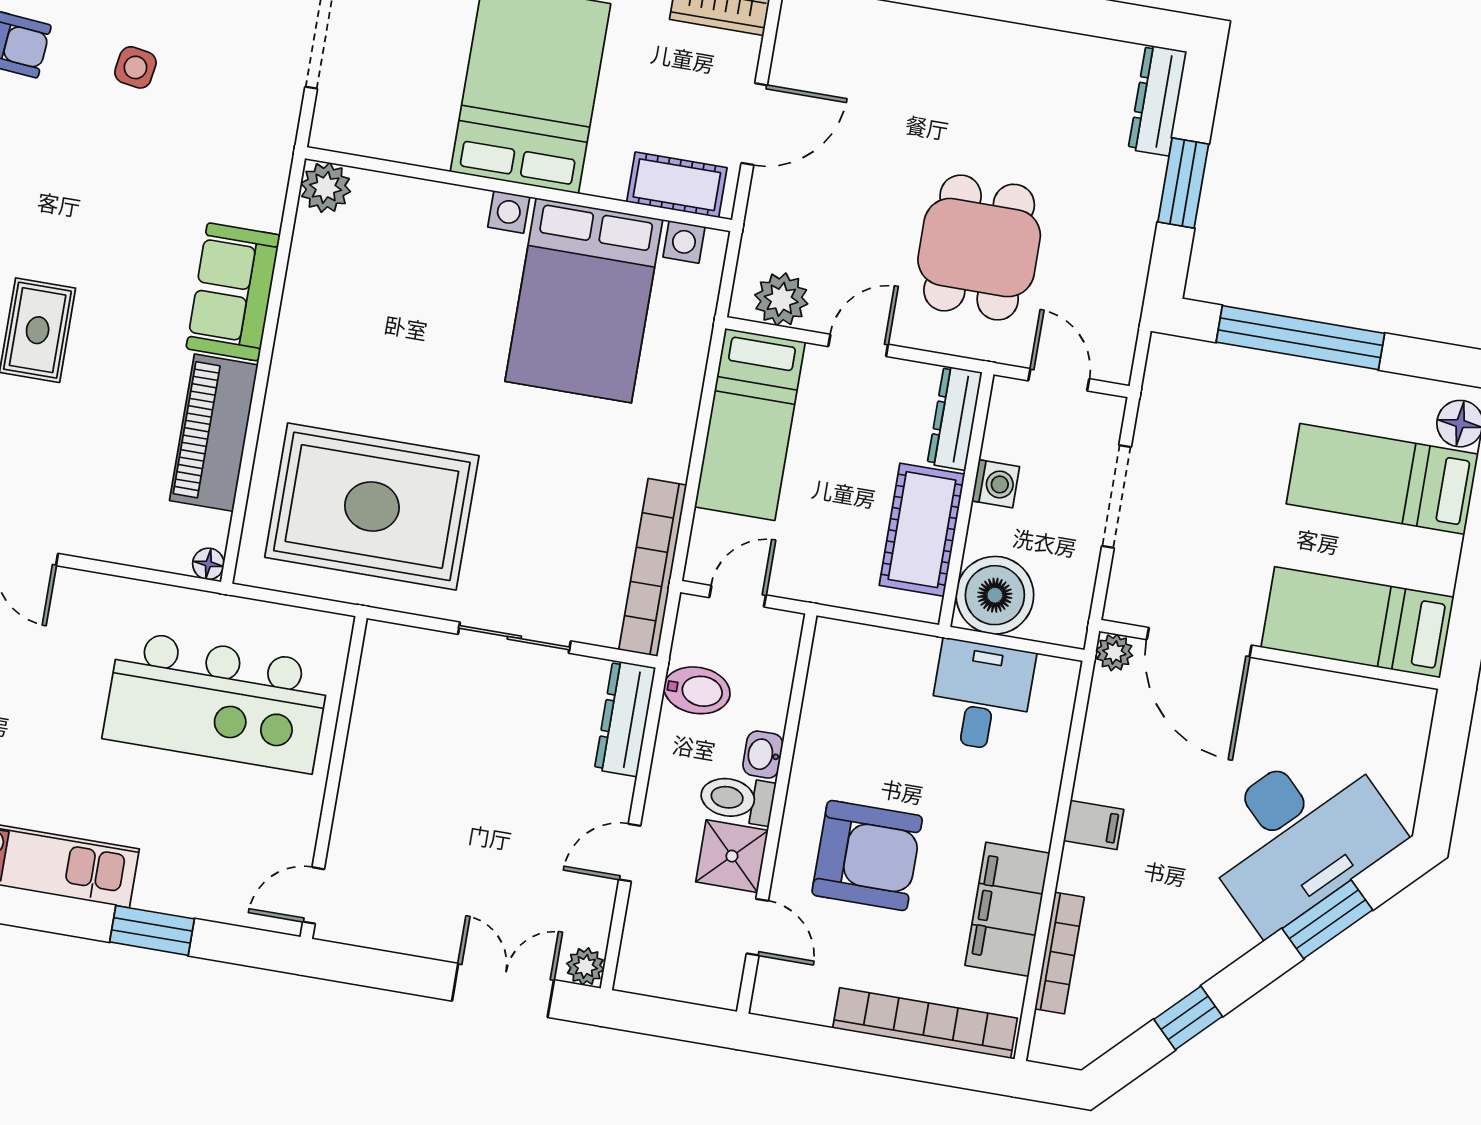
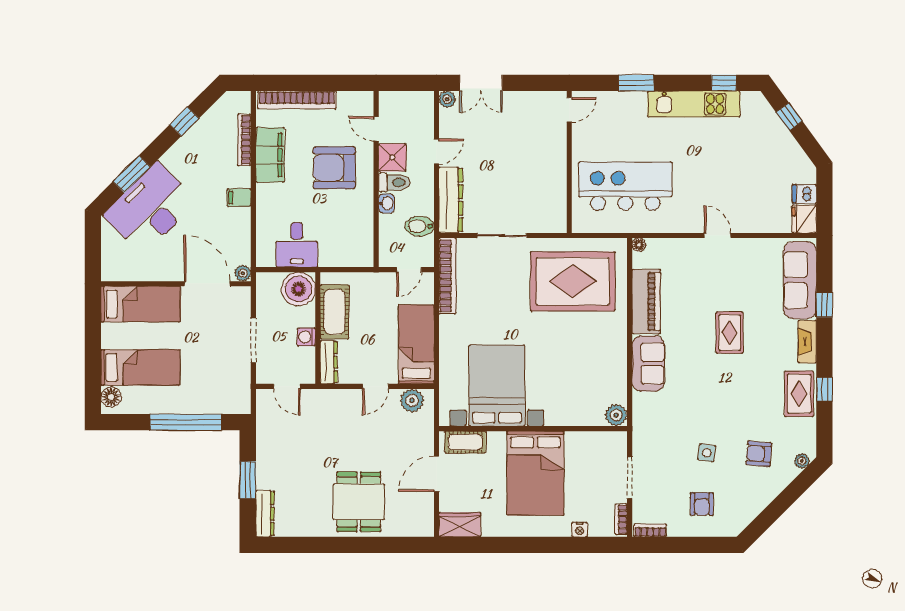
dining table: (979, 248) -> (359, 502), moved
dresser: (625, 719) -> (451, 200), width x1.37, depth x1.24

